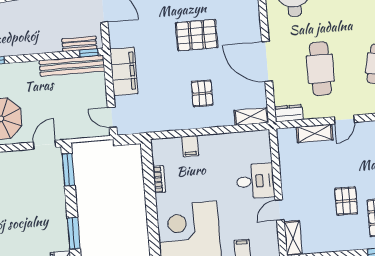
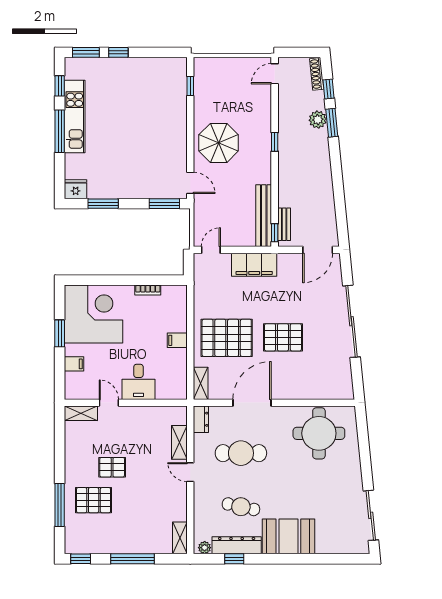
pallet: (197, 35) -> (283, 337), turned 90
pallet: (202, 93) -> (227, 338), width x2.05, depth x2.00
filing cabinet: (190, 146) -> (177, 340), moved

